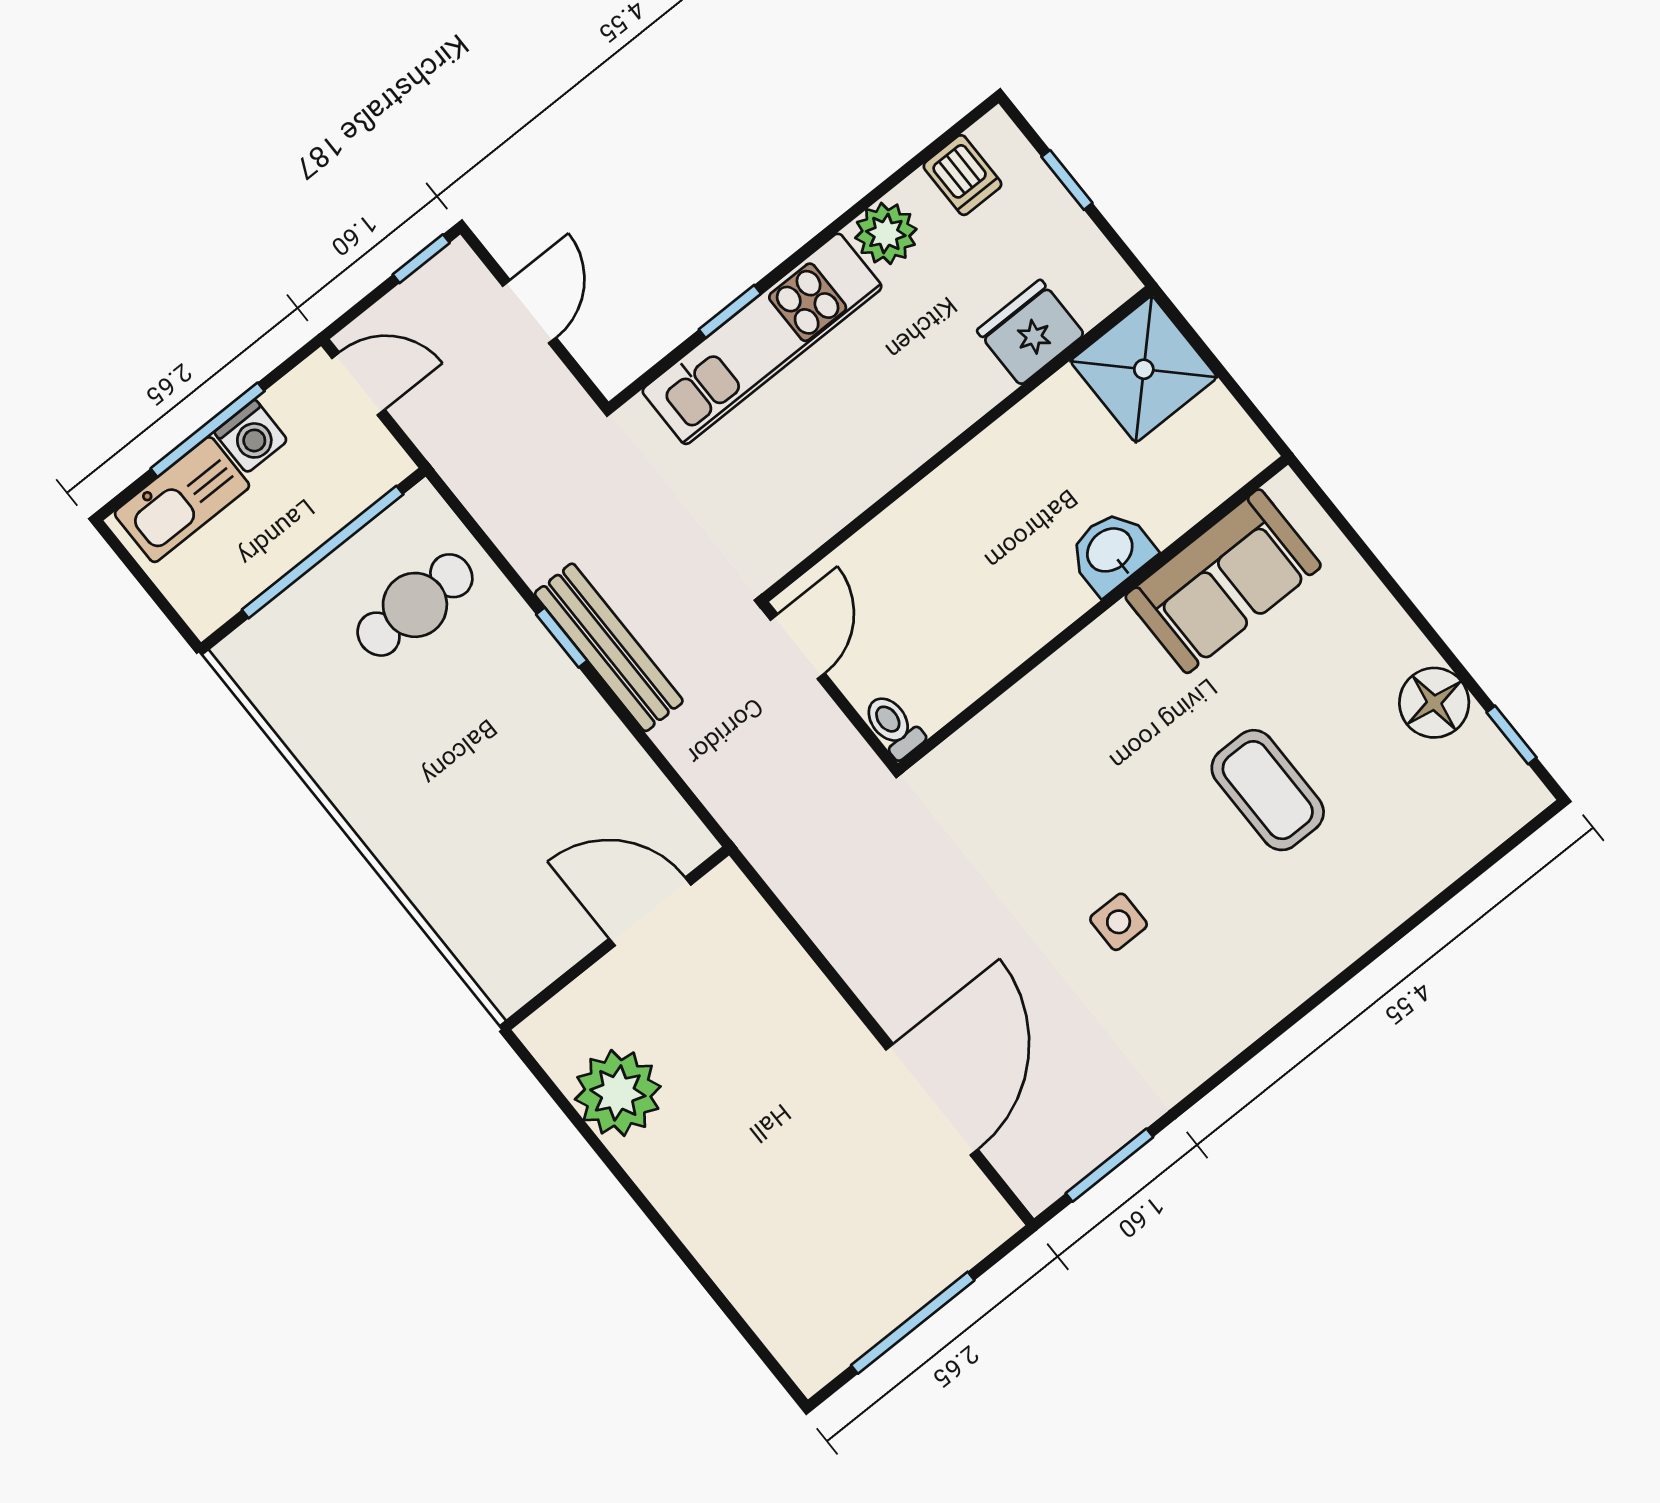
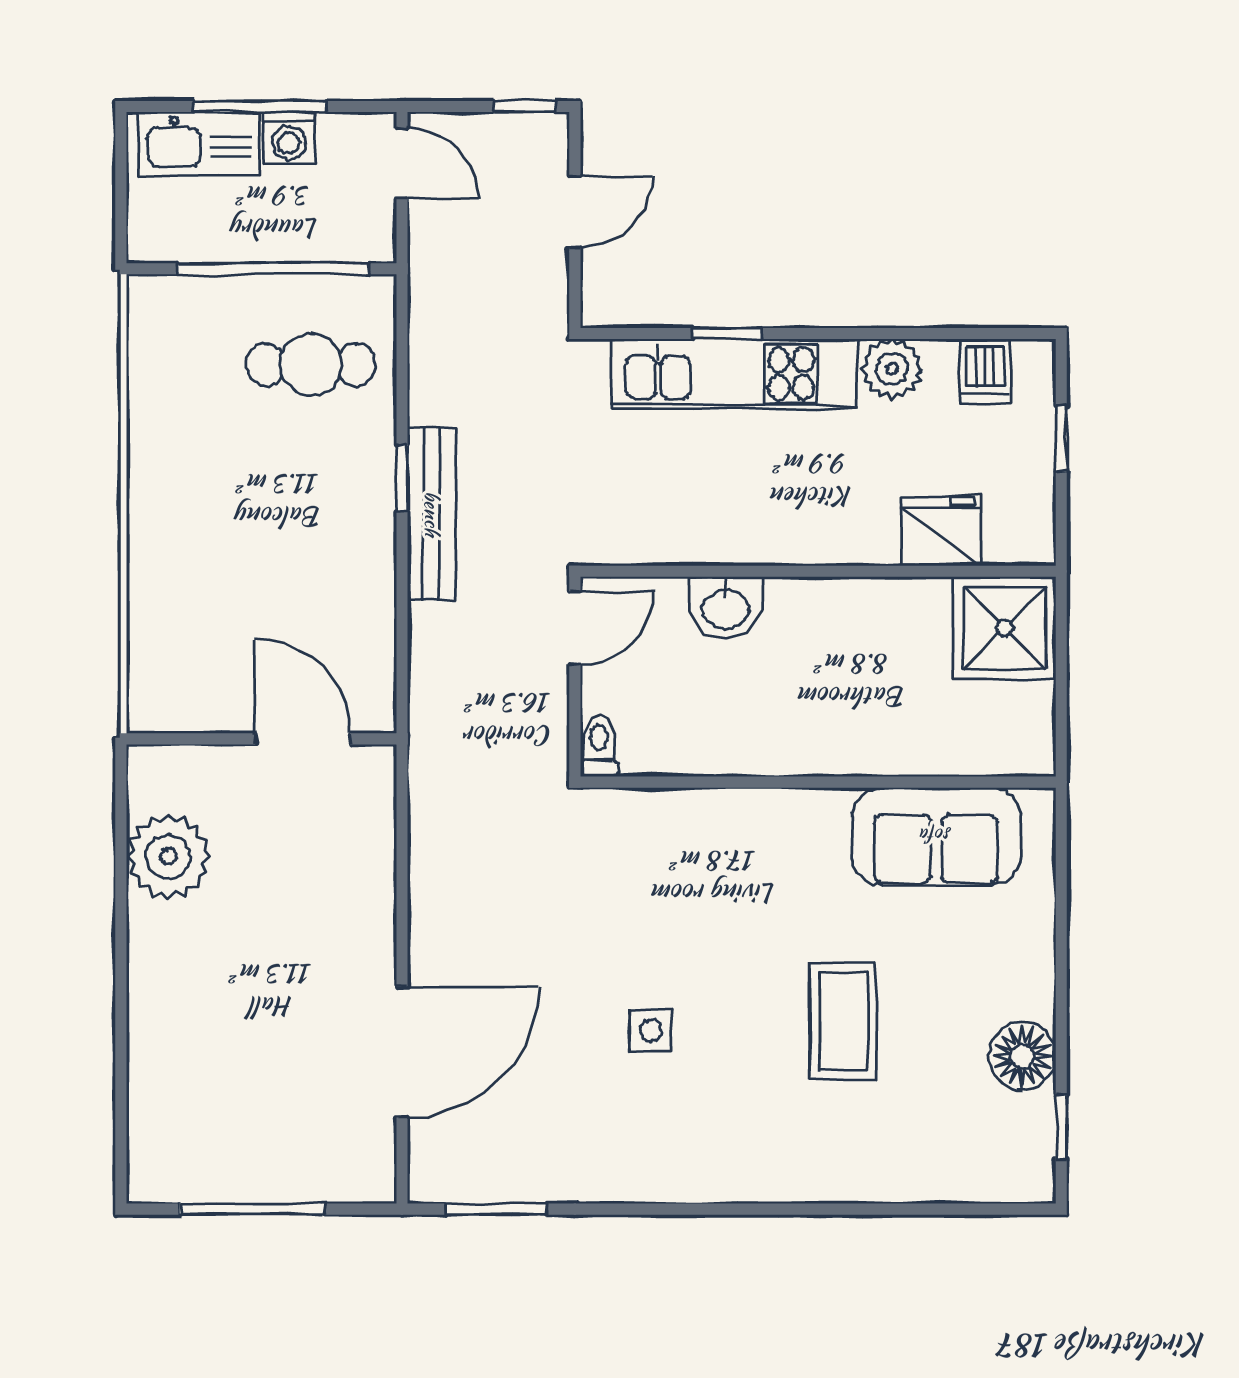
washbasin: (1111, 551) -> (726, 608), moved, turned 180

